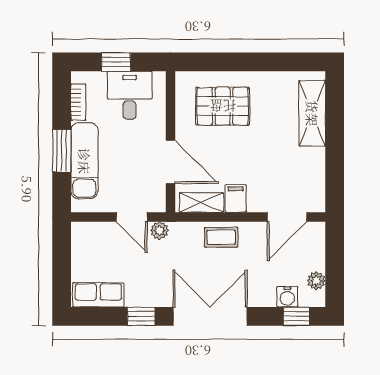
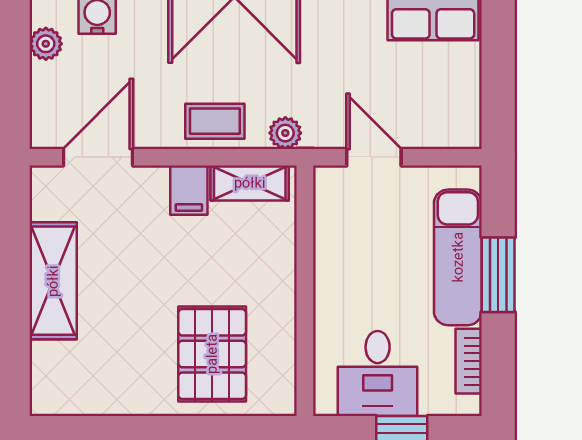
pallet: (223, 106) -> (212, 354), turned 90
shelving: (312, 113) -> (53, 281), moved
door: (170, 162) -> (305, 255), removed
plant: (160, 231) -> (285, 133), moved

